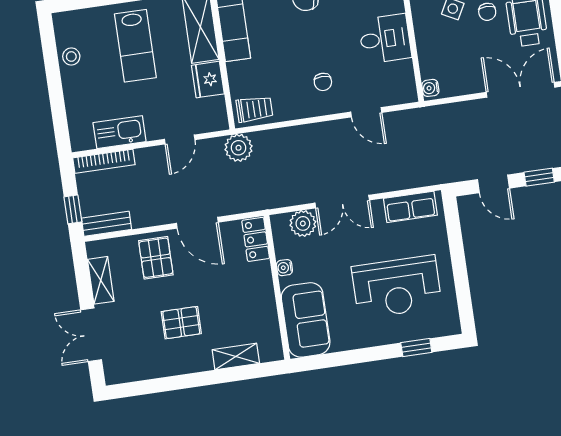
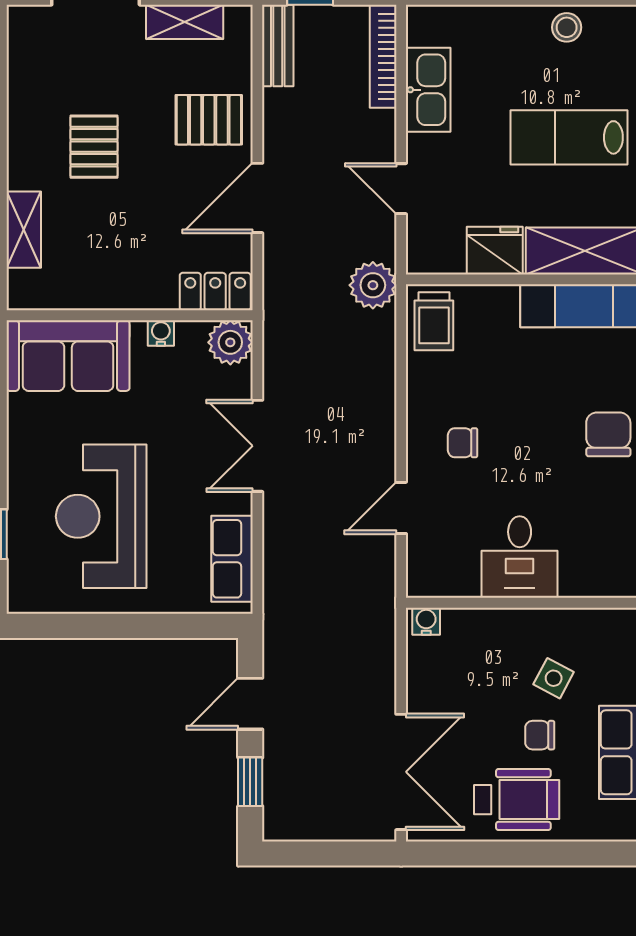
plant: (303, 223) -> (230, 342), moved

